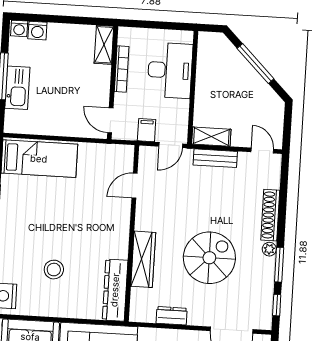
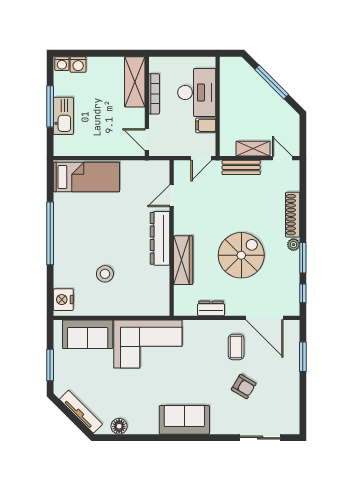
shelving: (104, 45) -> (135, 82), width x1.50, depth x1.33
filing cabinet: (147, 130) -> (206, 125), moved, turned -90
shelving: (211, 137) -> (253, 149), moved
dresser: (115, 290) -> (160, 238), moved

